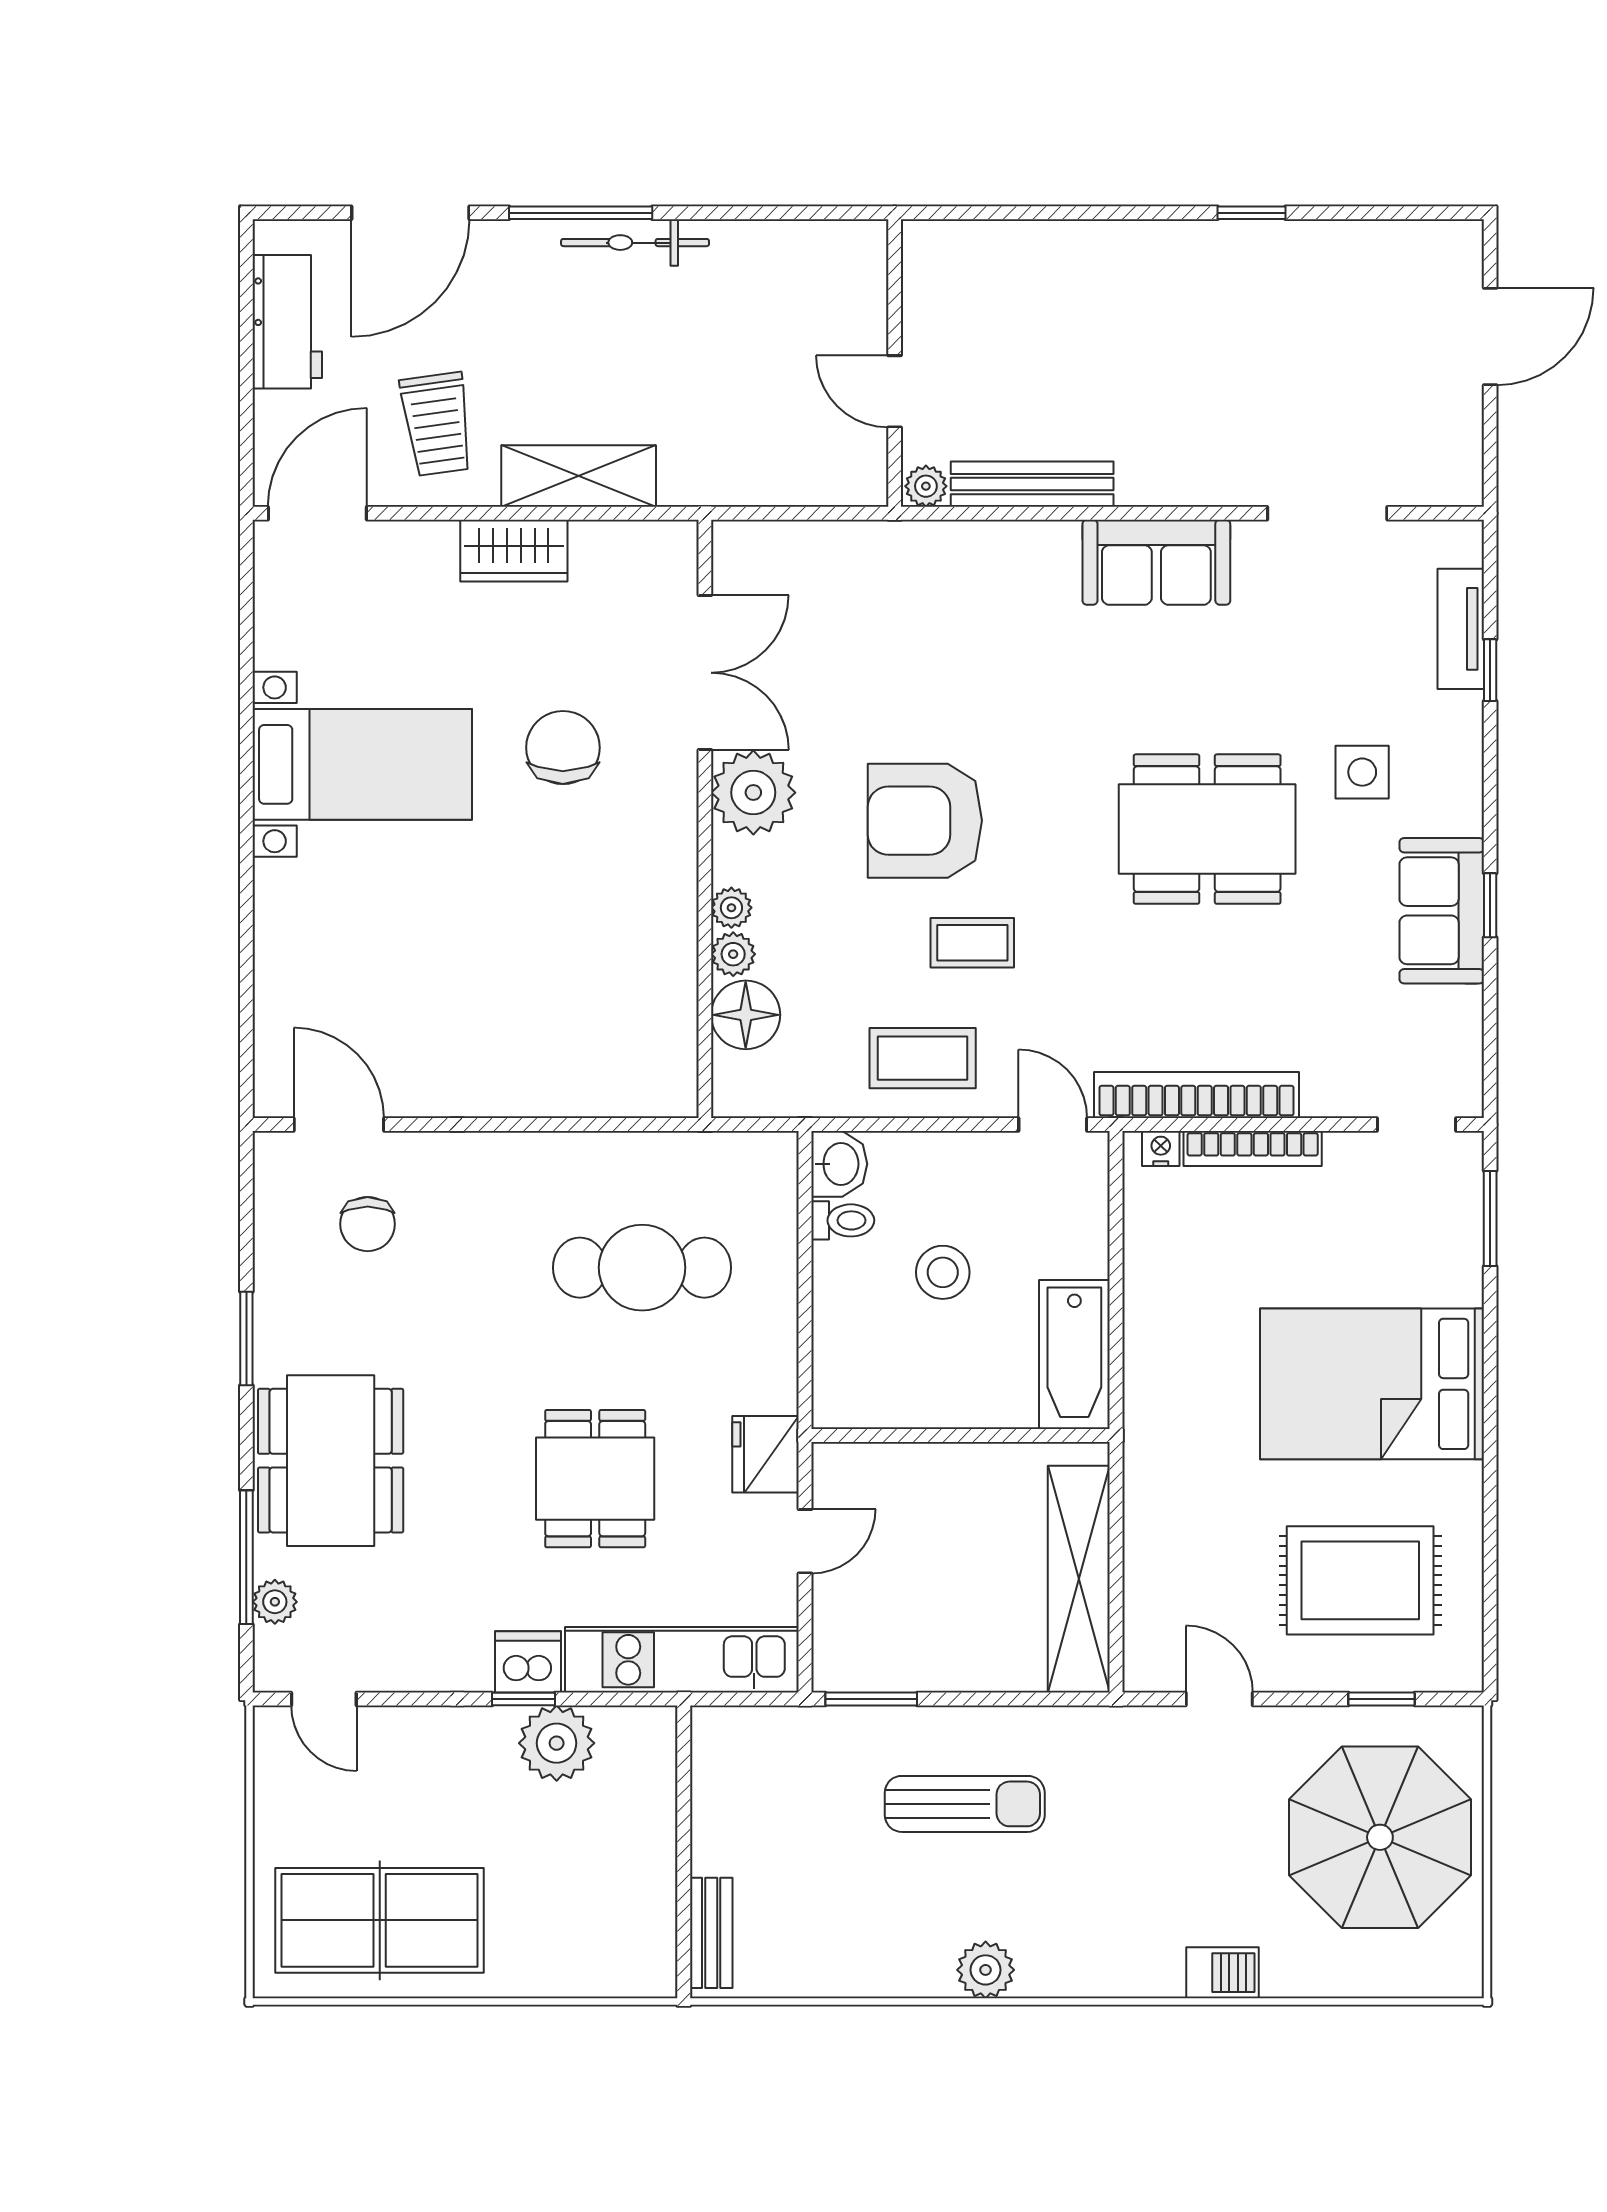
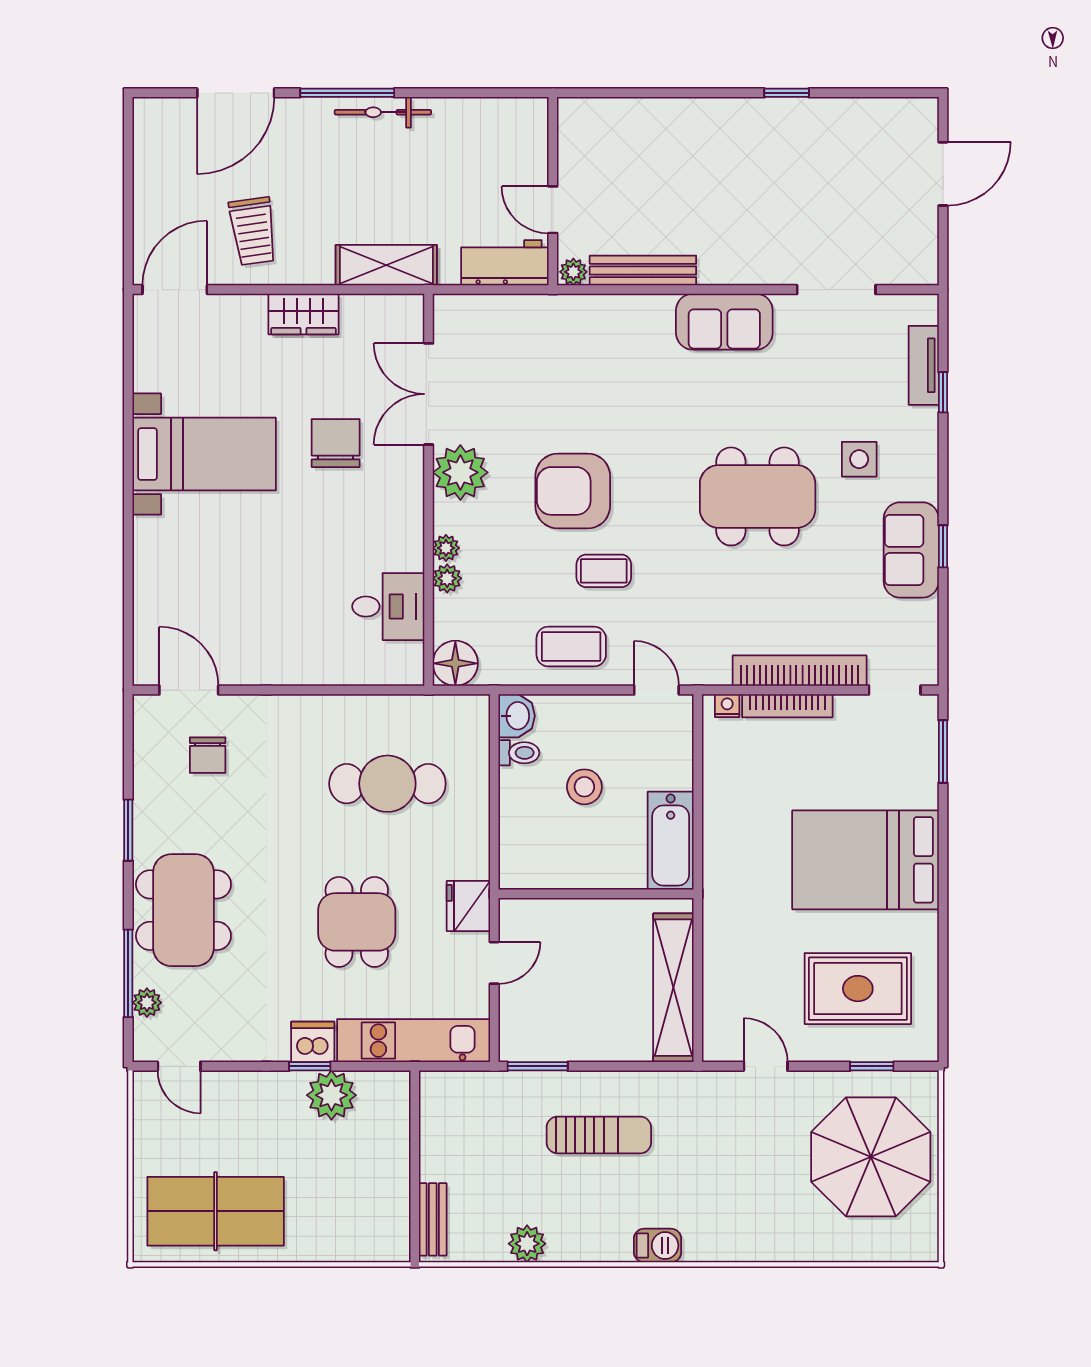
workbench: (287, 322) -> (505, 263), moved, turned -90
shelving: (579, 476) -> (386, 265), moved
double door: (705, 673) -> (429, 394), swing flipped
desk: (643, 997) -> (388, 607), added
floor lamp: (746, 1015) -> (455, 663), moved
bookcase: (1197, 1095) -> (800, 671), moved
plant: (986, 1970) -> (527, 1244), moved
barbecue: (1223, 1973) -> (658, 1246), moved

